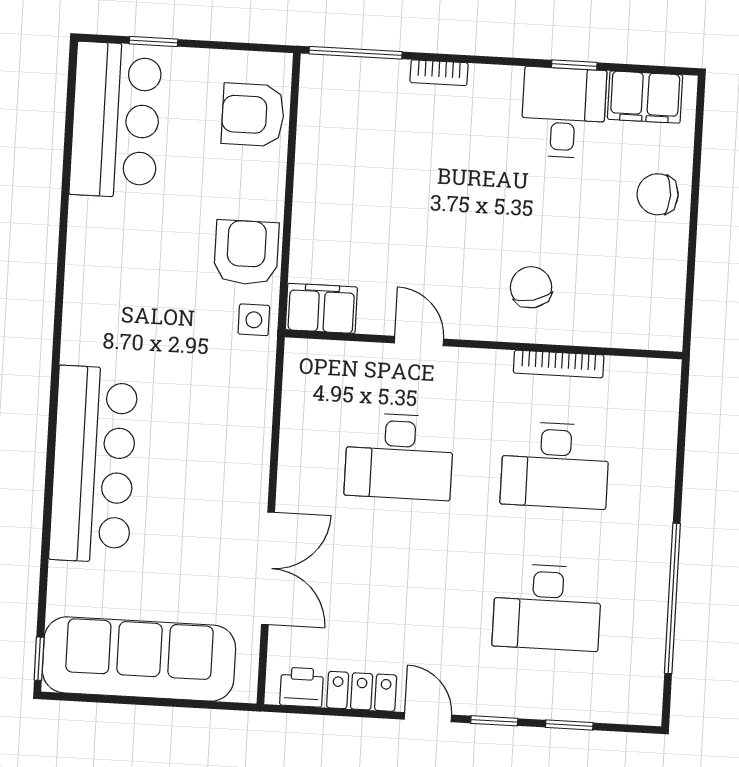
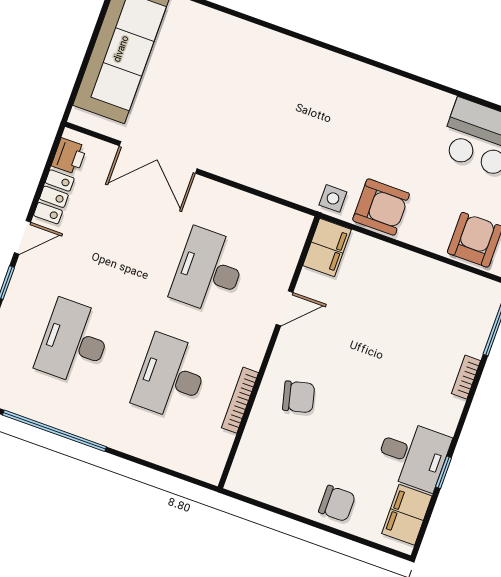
chair: (658, 194) -> (337, 503), turned 90
bar counter: (93, 464) -> (266, 58), removed

